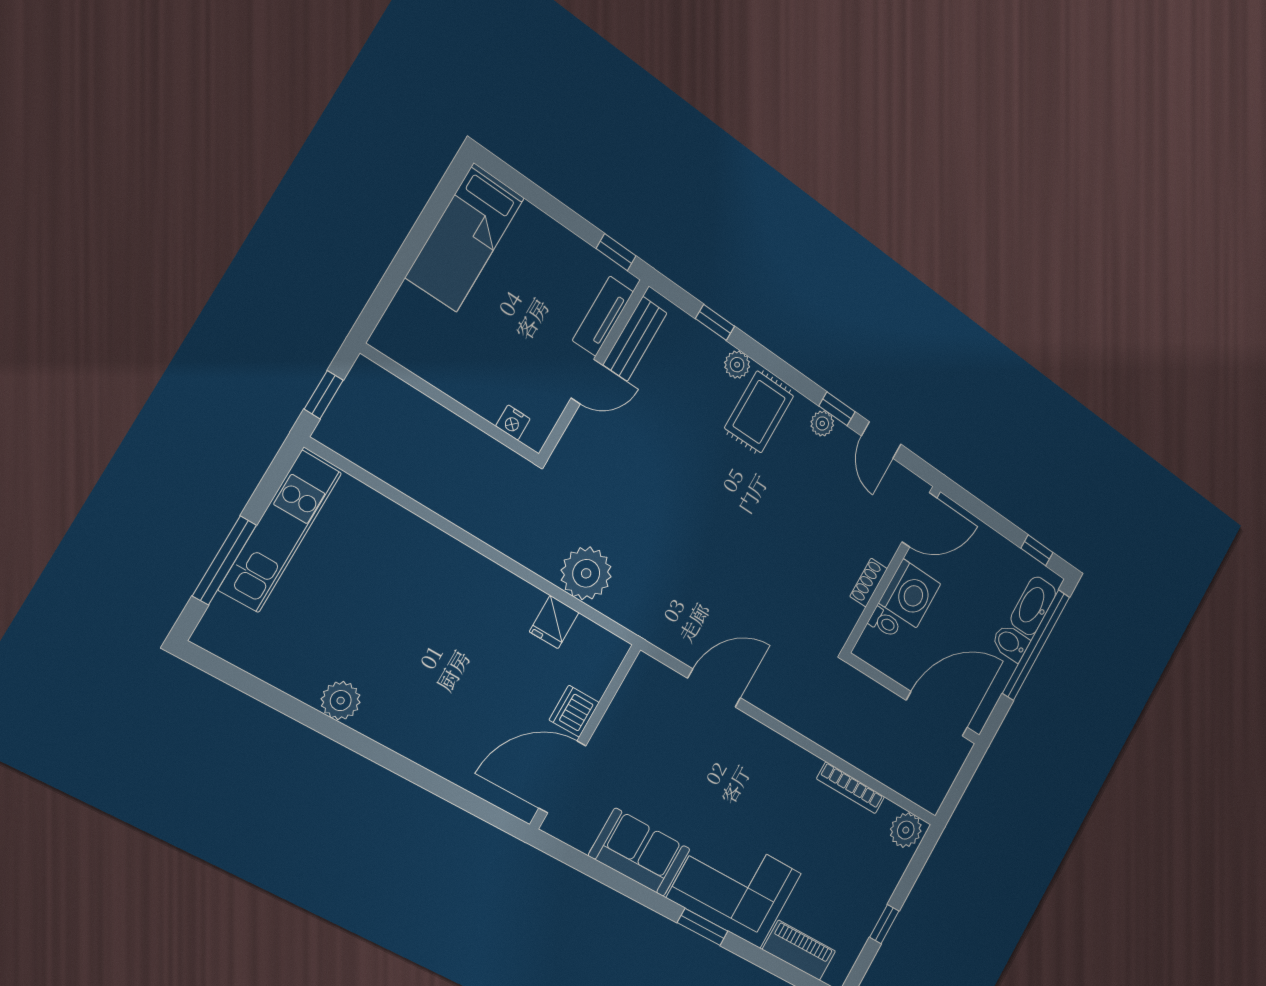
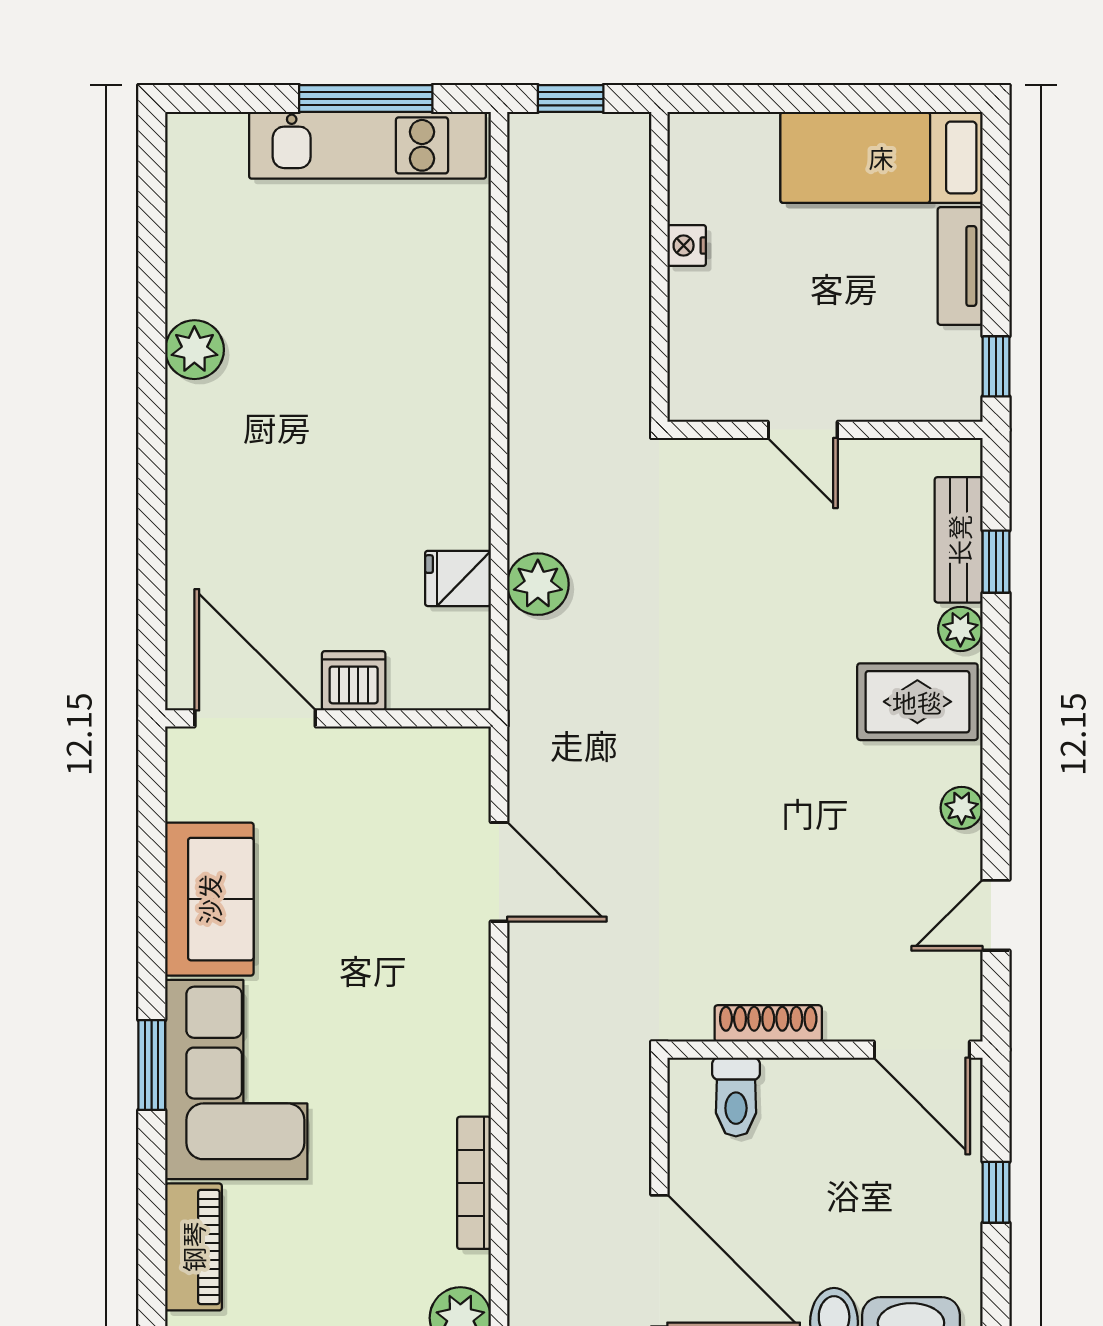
tv unit: (603, 316) -> (960, 266), moved, turned -90
bench: (635, 339) -> (959, 540), moved, turned 90
window: (837, 409) -> (996, 818), removed
nightstand: (513, 423) -> (687, 246), moved
window: (1037, 550) -> (996, 1192), moved
window: (224, 560) -> (366, 99), moved
plant: (586, 573) -> (538, 584), width x0.73, depth x0.73
shoe rack: (869, 583) -> (768, 1023), width x1.43
washing machine: (910, 593) -> (808, 1101), removed
toilet: (884, 622) -> (736, 1097), width x1.37, depth x1.39

